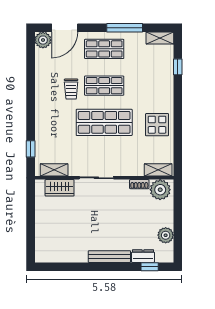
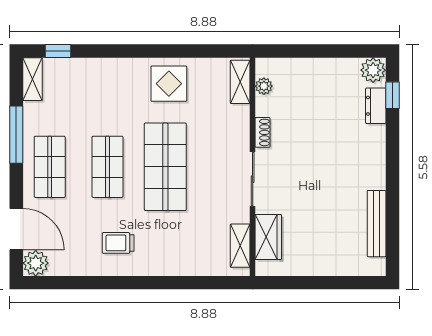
window: (178, 67) -> (58, 51), moved
trolley: (71, 89) -> (118, 243), moved, turned 180
window: (31, 149) -> (207, 283), removed
shoe rack: (139, 184) -> (263, 132), moved
plant: (160, 190) -> (264, 86), width x0.53, depth x0.53
plant: (166, 235) -> (373, 70), moved
bench: (109, 257) -> (377, 224), moved

